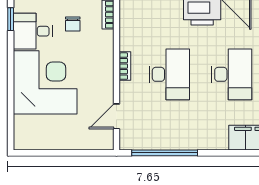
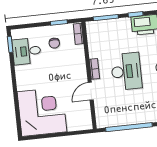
corner desk: (45, 82) -> (42, 112), moved
door: (116, 116) -> (91, 91), moved

